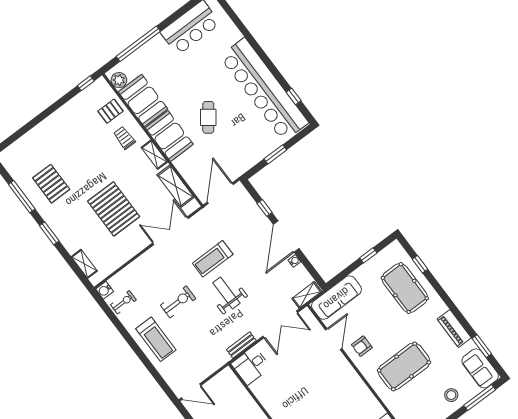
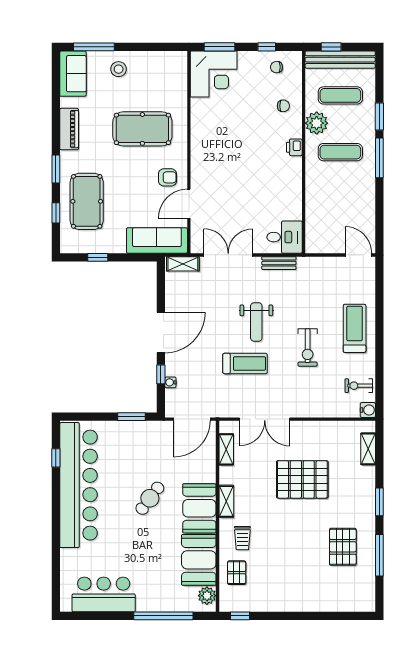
pallet: (111, 111) -> (237, 573), turned 90
window: (275, 154) -> (132, 417), moved
shelving: (176, 186) -> (226, 449), width x0.67, depth x0.75
pallet: (114, 209) -> (302, 479), turned 90
water cooler: (294, 261) -> (170, 382), moved
exercise bike: (178, 302) -> (308, 348), turned -90
window: (482, 346) -> (56, 169), moved

